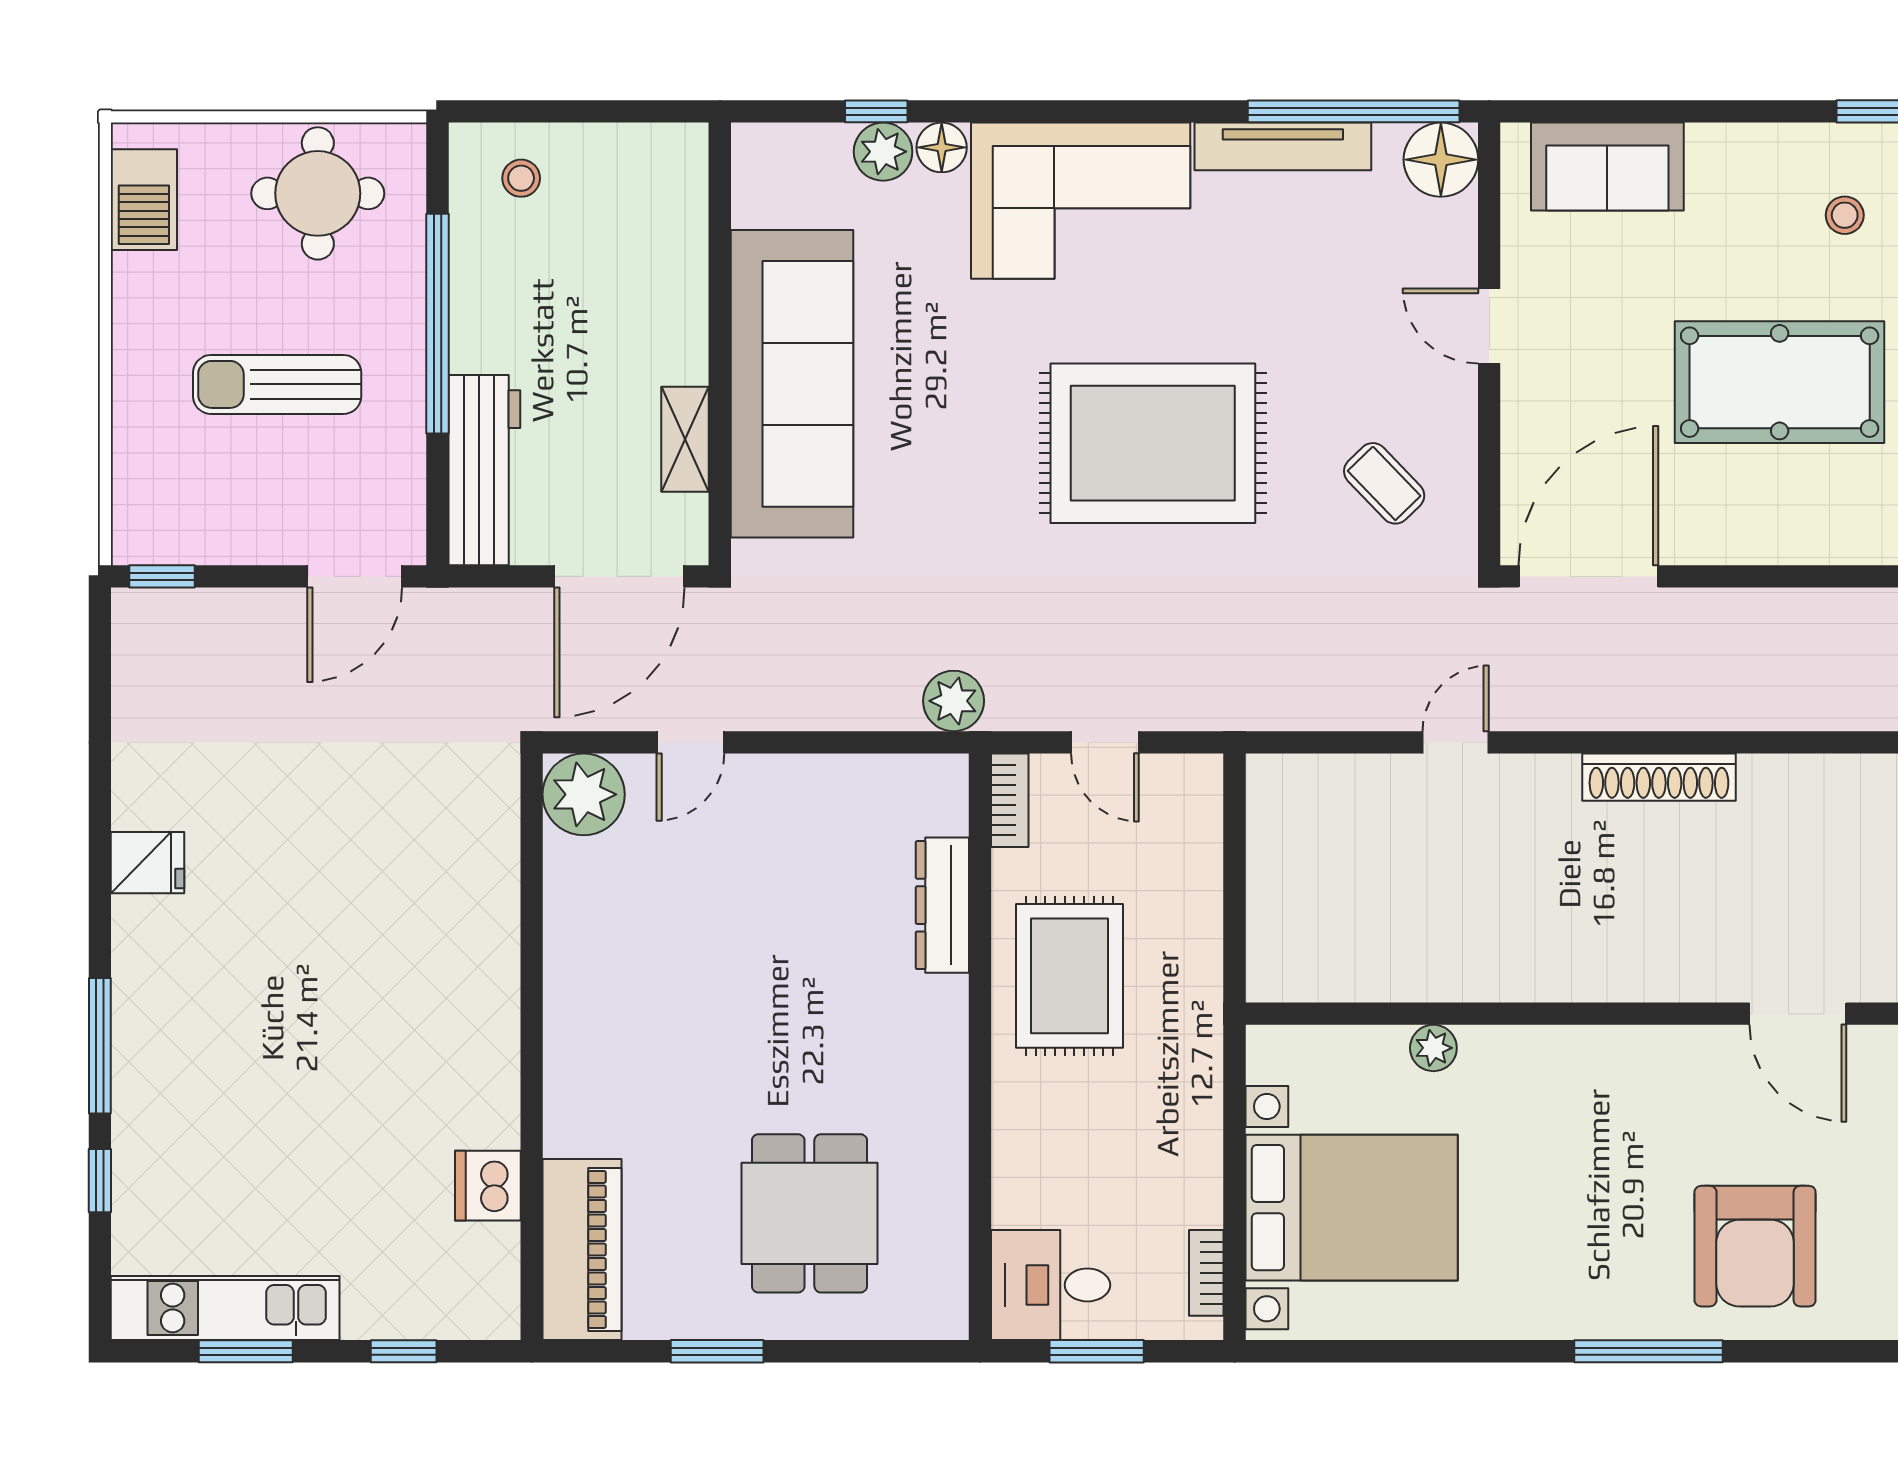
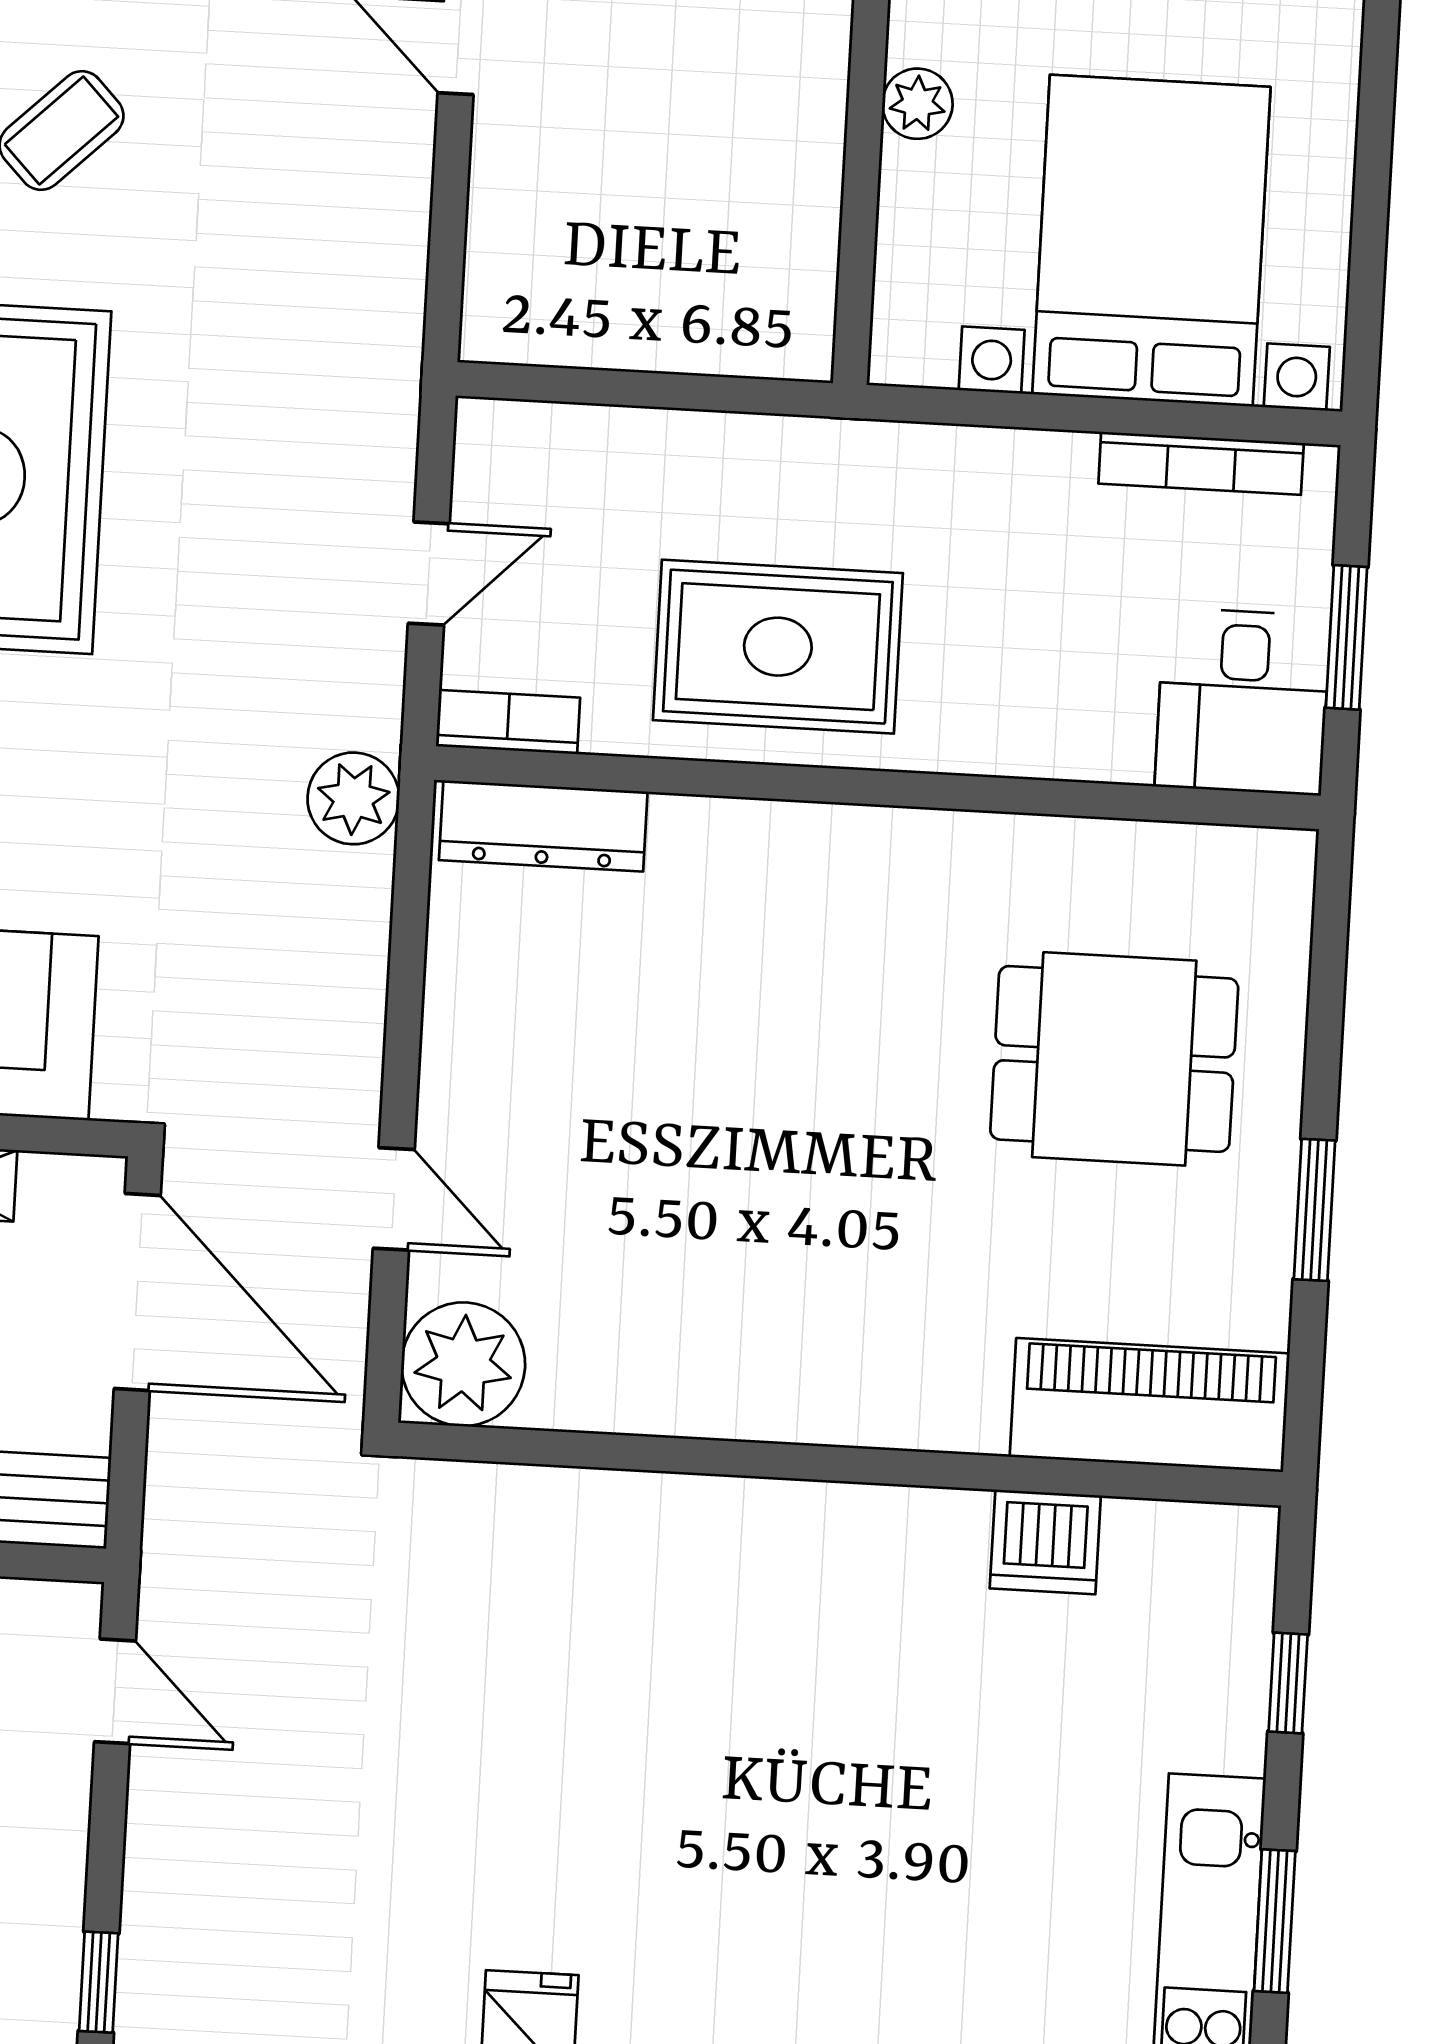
door: (355, 576) -> (115, 1691), width x0.73
dresser: (942, 905) -> (543, 826), moved
bookcase: (1206, 1273) -> (1201, 463), width x1.56

